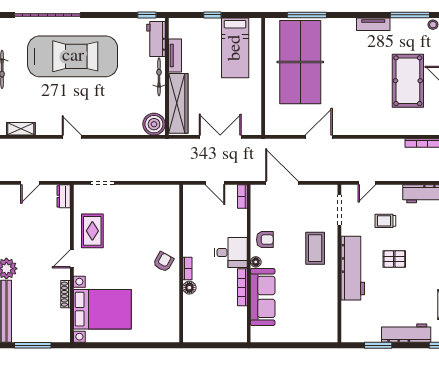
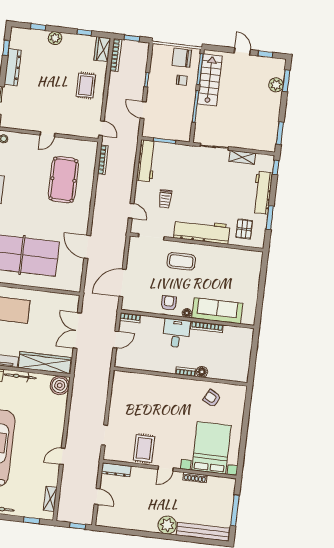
pool table: (408, 81) -> (63, 180), moved, turned 90
dresser: (64, 196) -> (116, 470), width x1.44
rug: (92, 231) -> (144, 448), turned 90
door: (72, 259) -> (166, 469), hinge flipped
pallet: (394, 259) -> (244, 229), moved
armchair: (164, 262) -> (212, 398), moved

